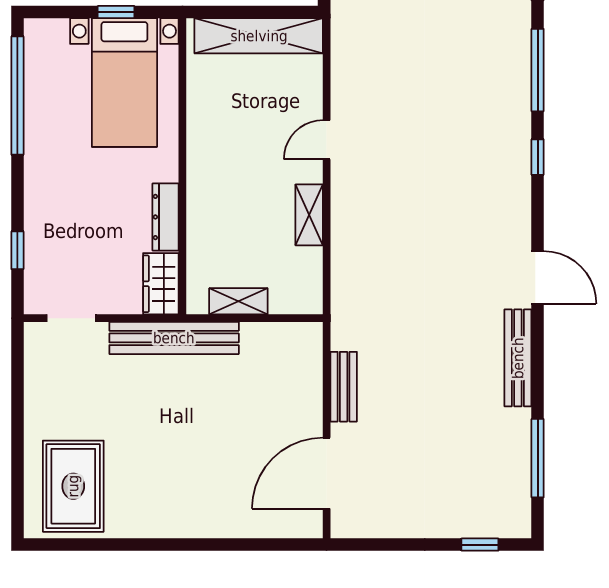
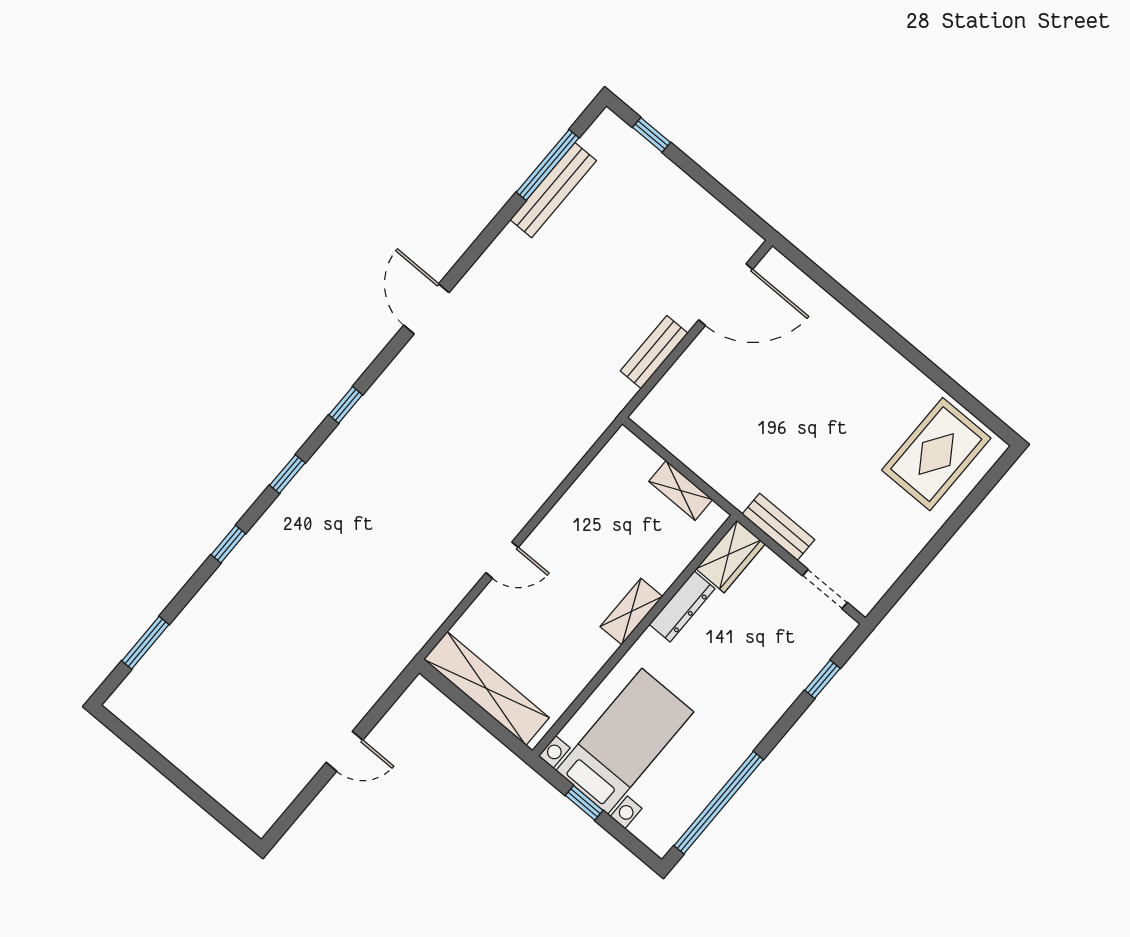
window: (538, 70) -> (287, 474), width x0.46
shelving: (309, 215) -> (631, 612), moved
bench: (174, 338) -> (778, 527), width x0.54, depth x0.82
bench: (518, 358) -> (553, 190), moved

